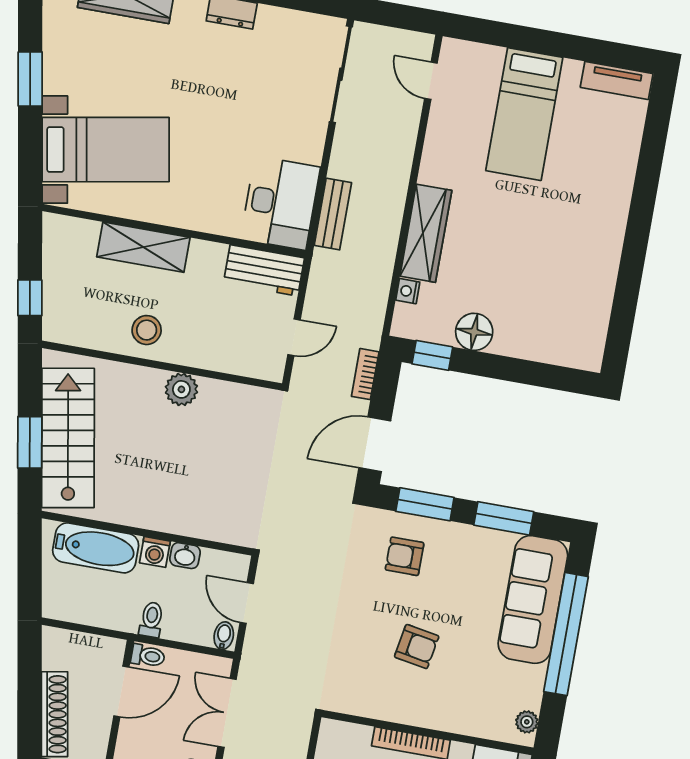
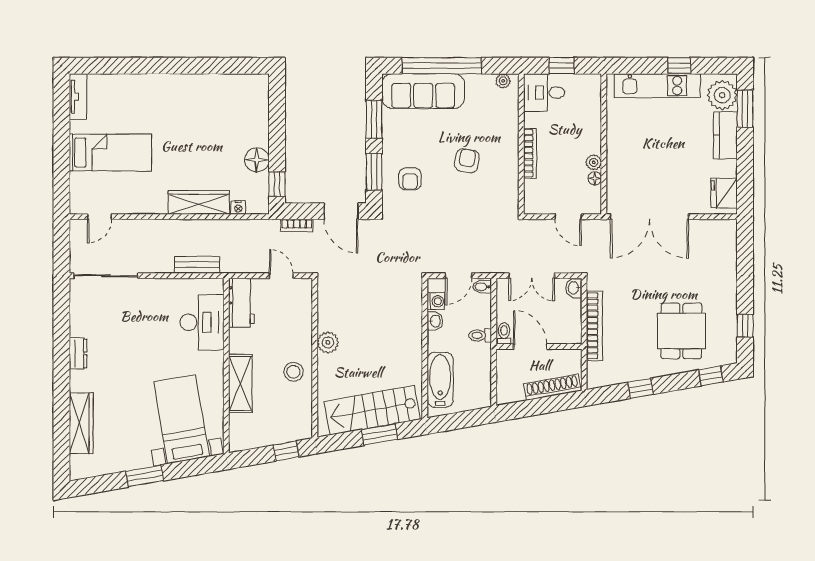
desk: (280, 203) -> (202, 322), moved, turned 90
washing machine: (155, 552) -> (436, 301), moved

